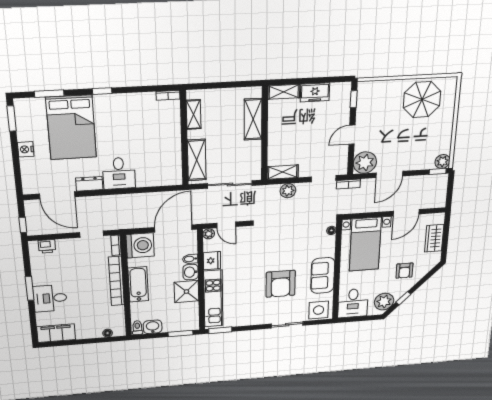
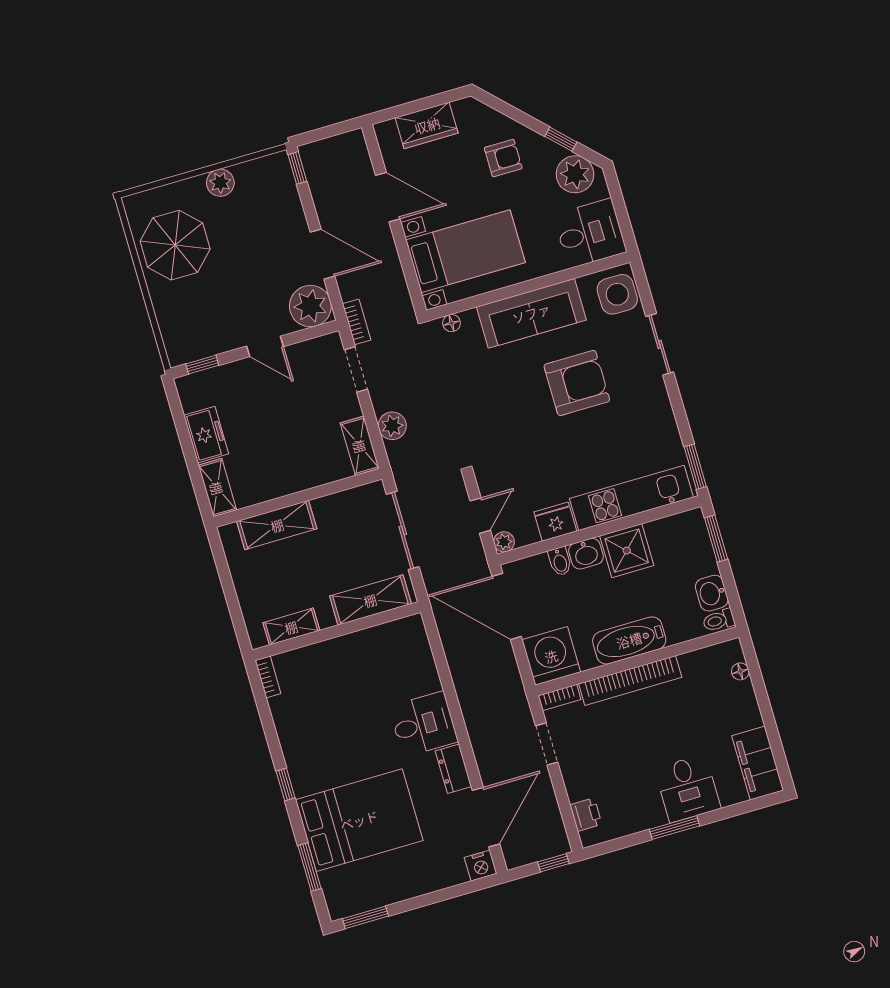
nightstand: (26, 149) -> (481, 866), moved
plant: (443, 161) -> (220, 183), moved
sofa: (323, 276) -> (531, 313), width x1.36

